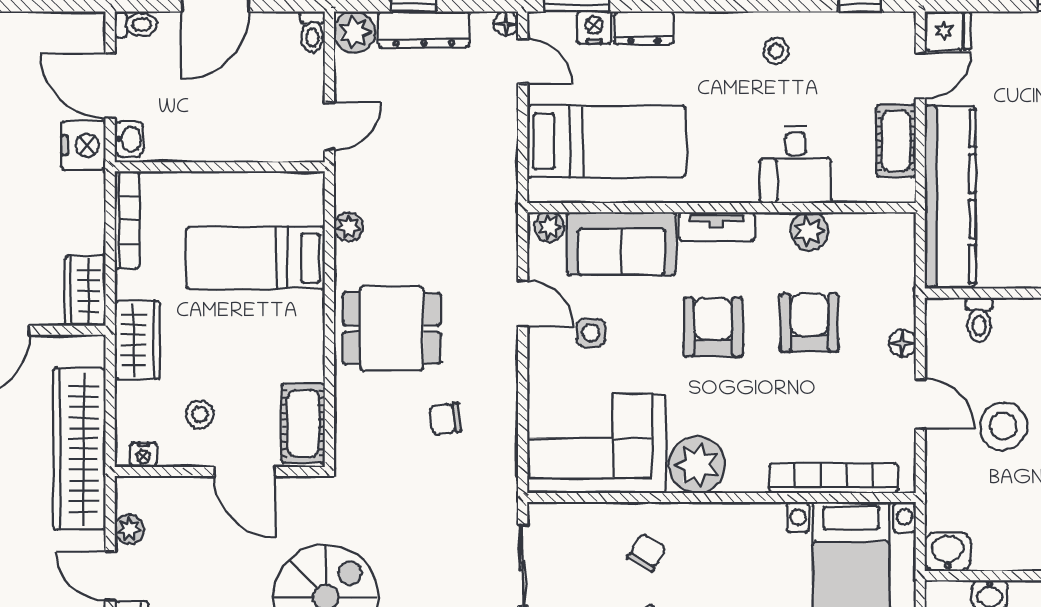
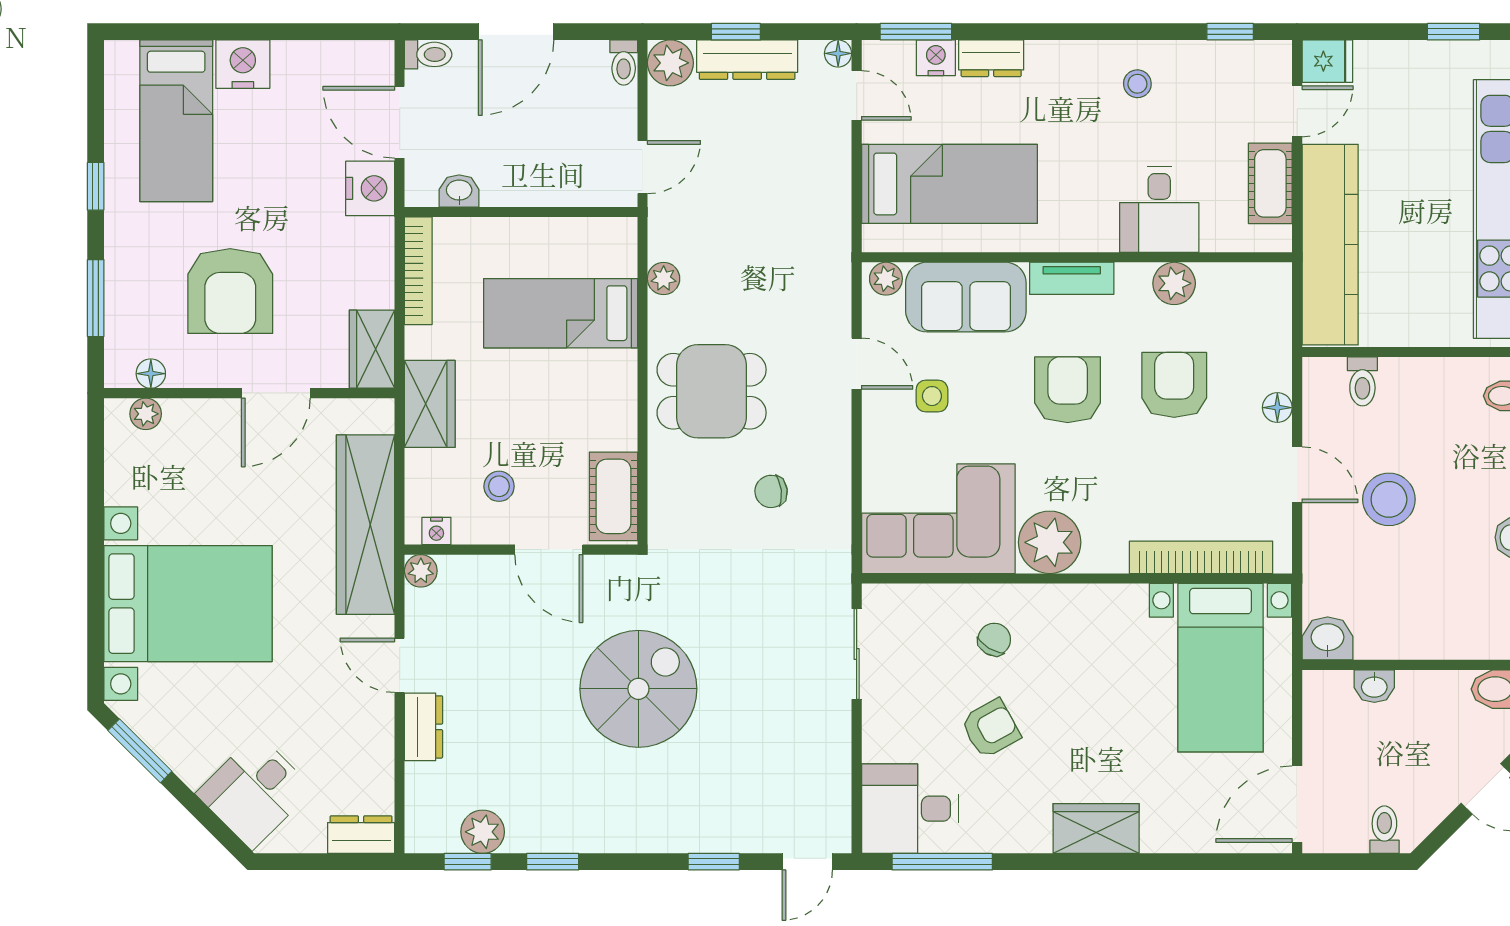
washbasin: (129, 139) -> (459, 191), moved, turned -90
plant: (129, 529) -> (421, 571), moved

